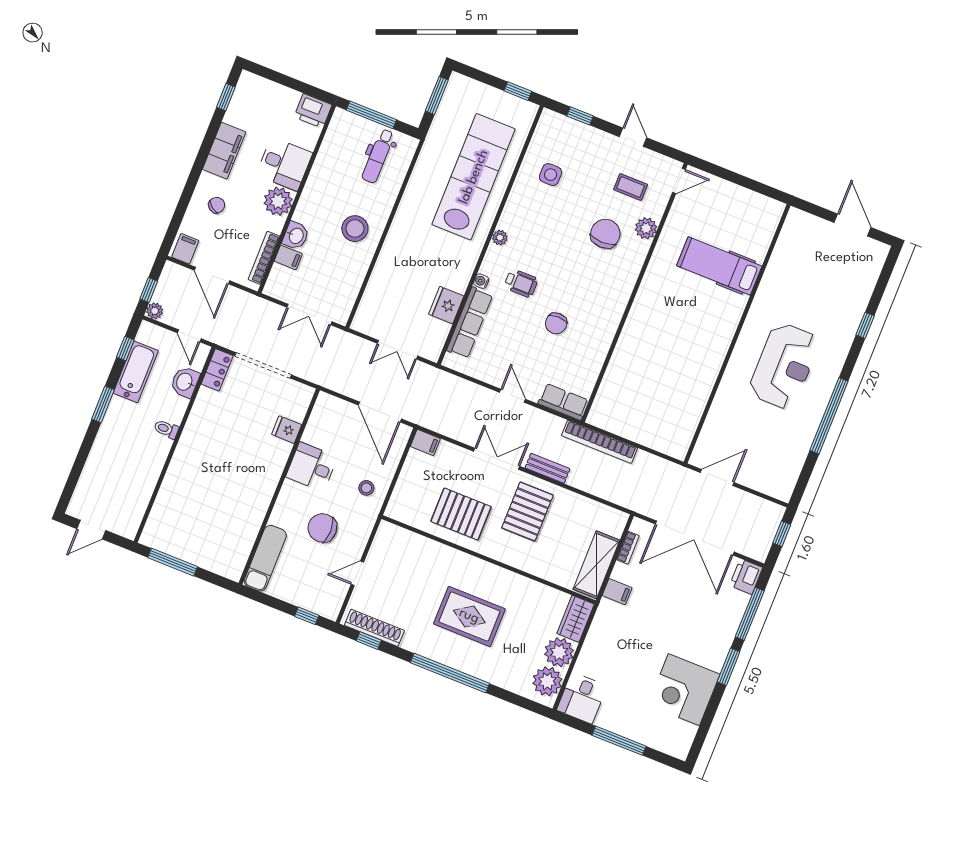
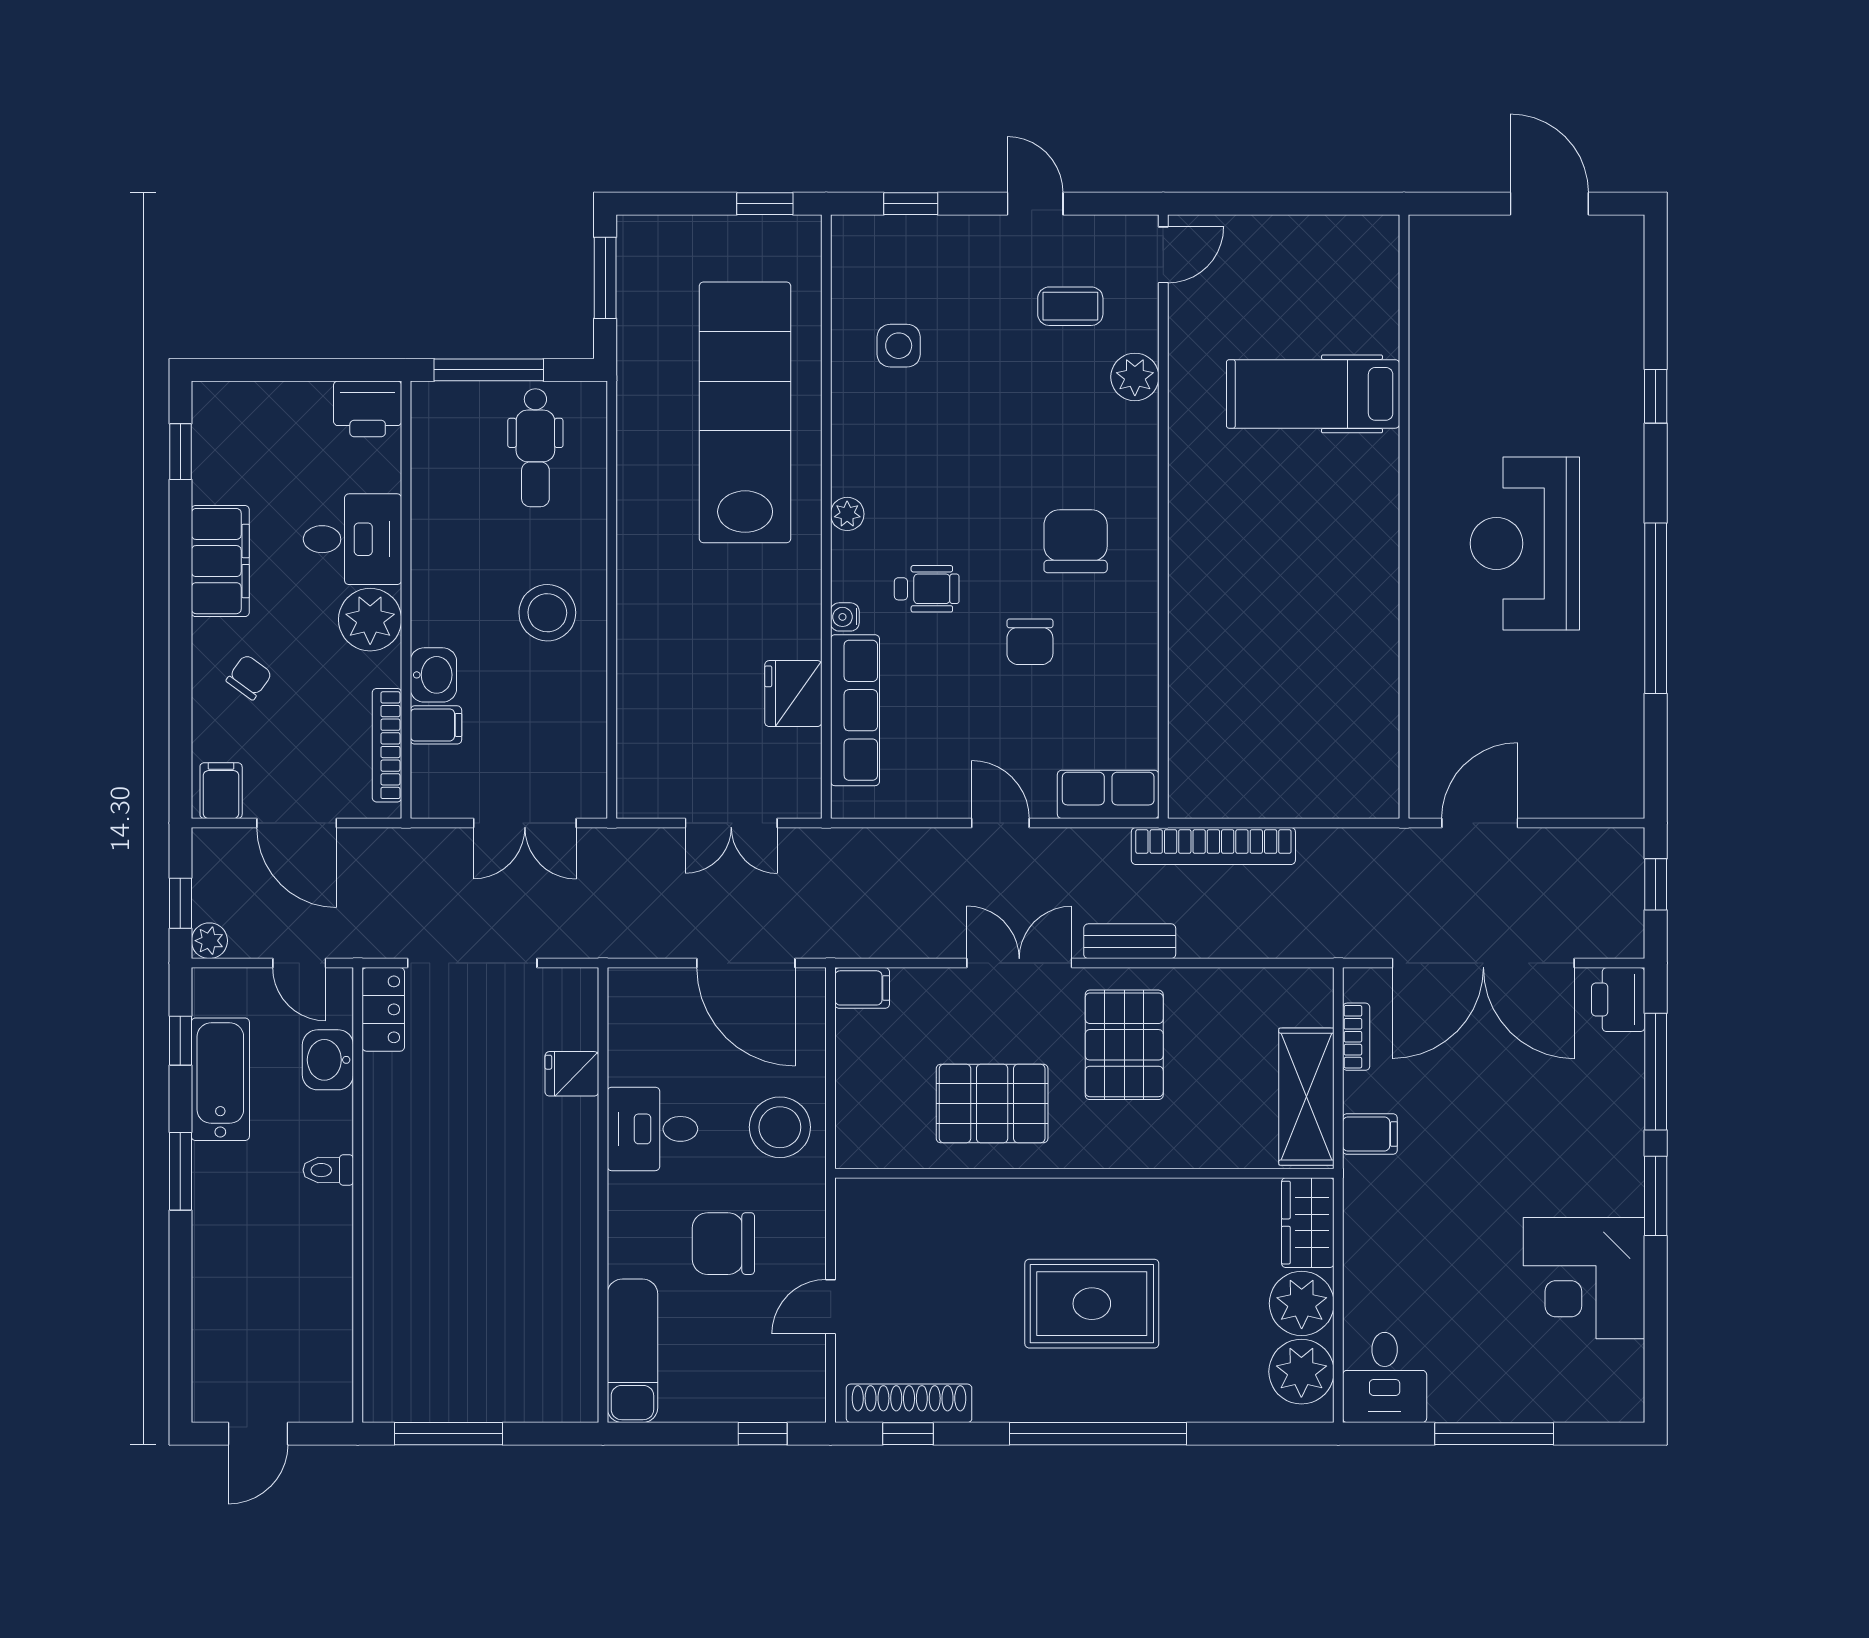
chair: (605, 234) -> (1076, 541), moved
reception desk: (784, 366) -> (1525, 543), turned 180
stool: (366, 488) -> (780, 1127), width x1.89, depth x1.89

